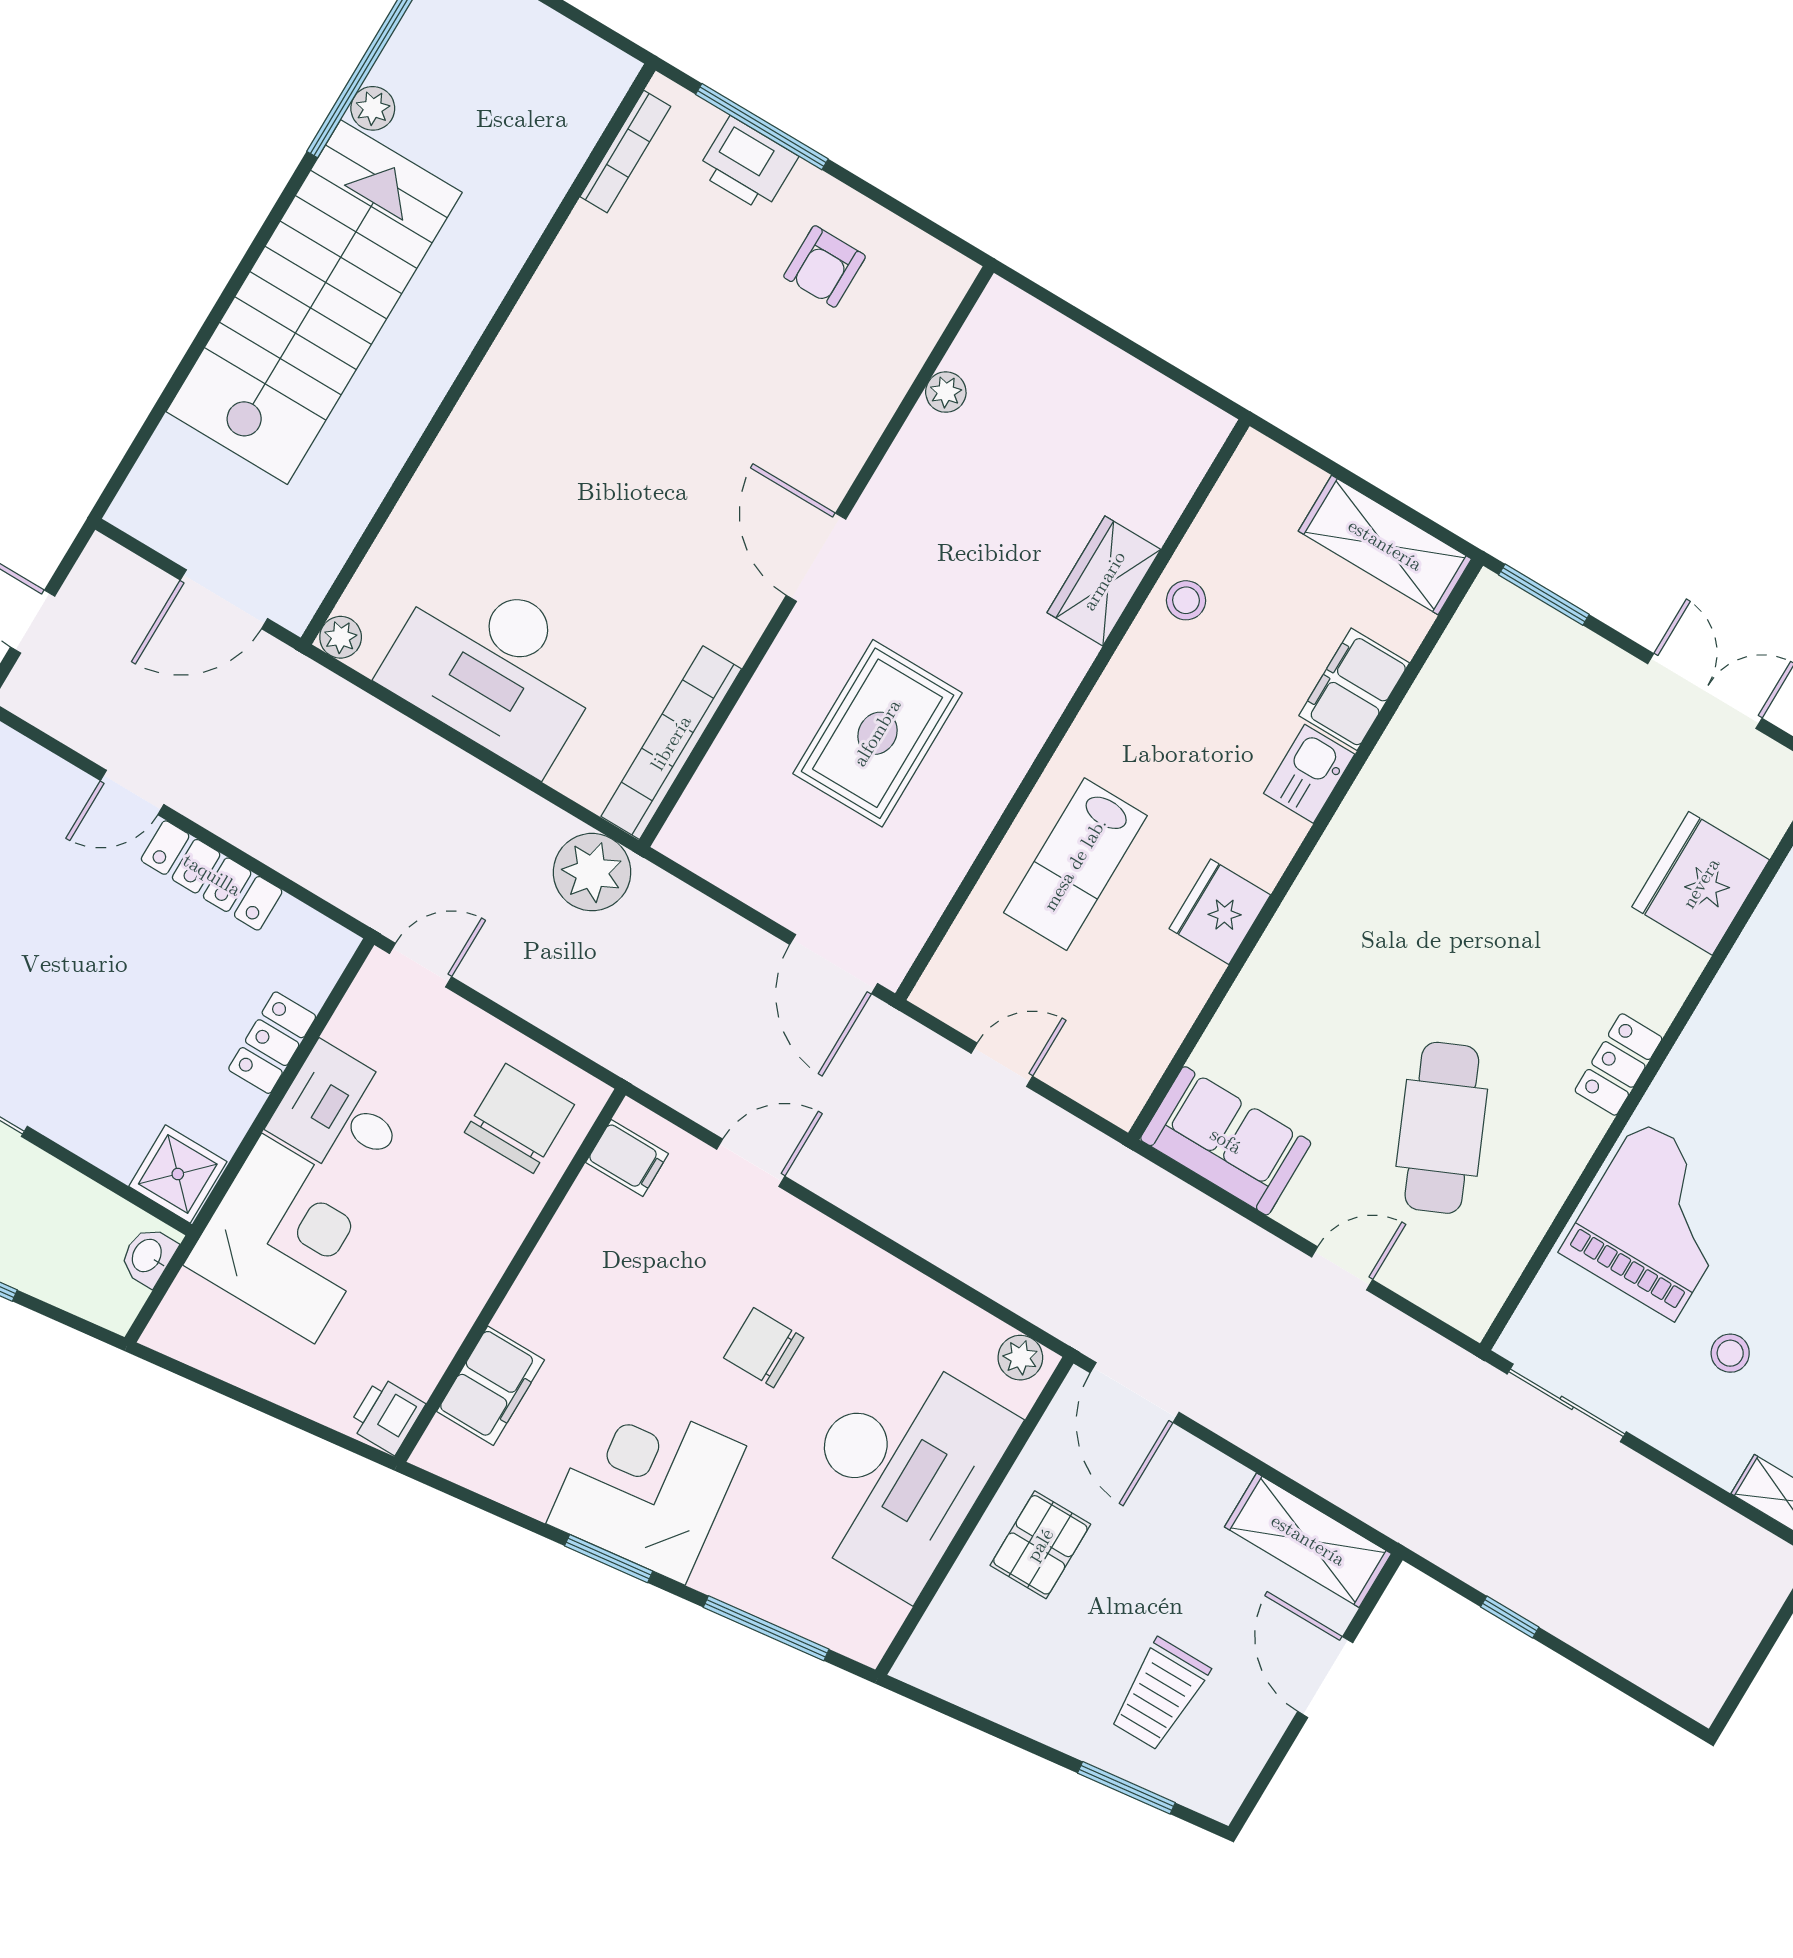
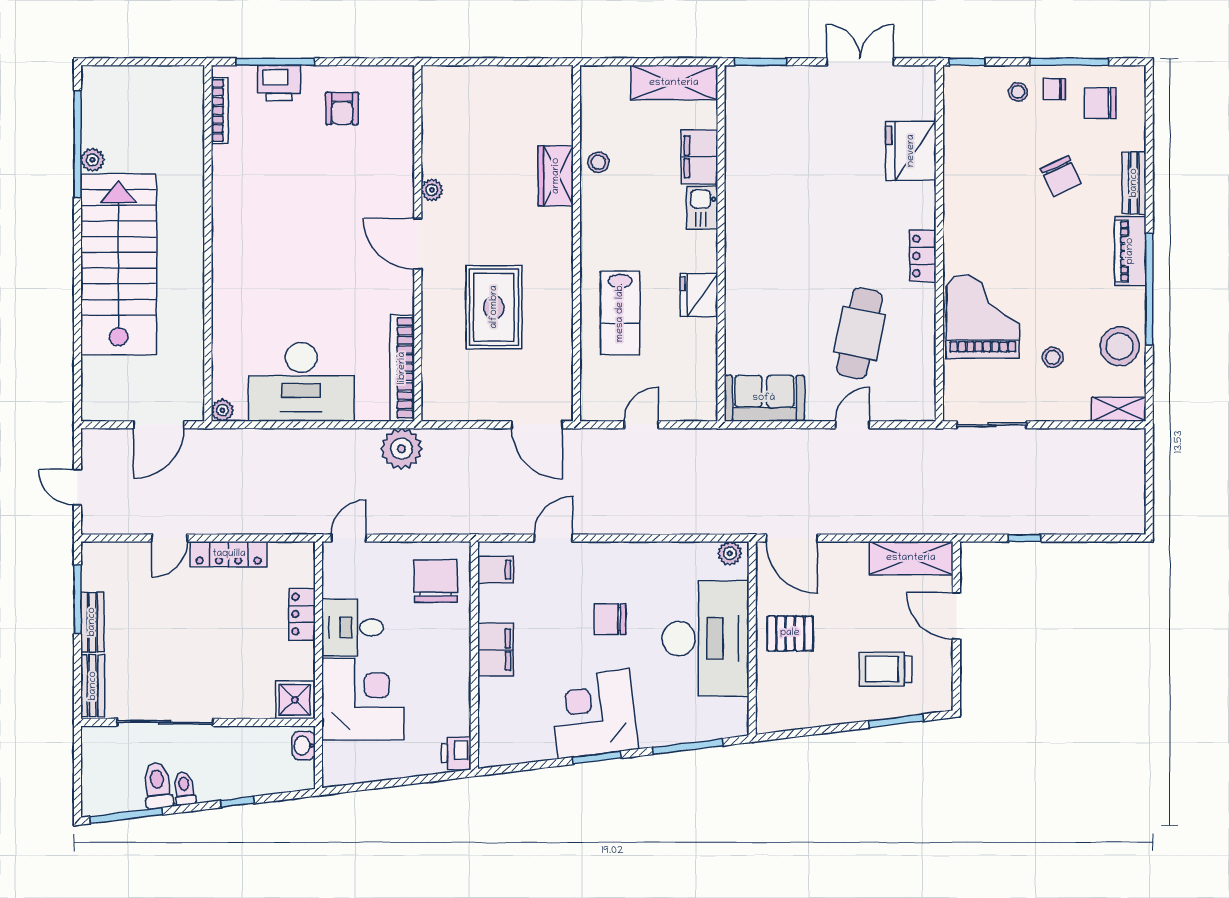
plant: (946, 392) -> (432, 190), moved
cafe table: (1442, 1128) -> (860, 333), turned 36
filing cabinet: (491, 1386) -> (496, 650), moved
pallet: (1040, 1545) -> (790, 633), turned 90
trolley: (1160, 1694) -> (885, 669), turned 90

